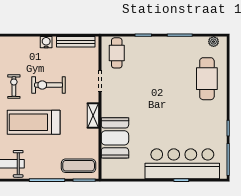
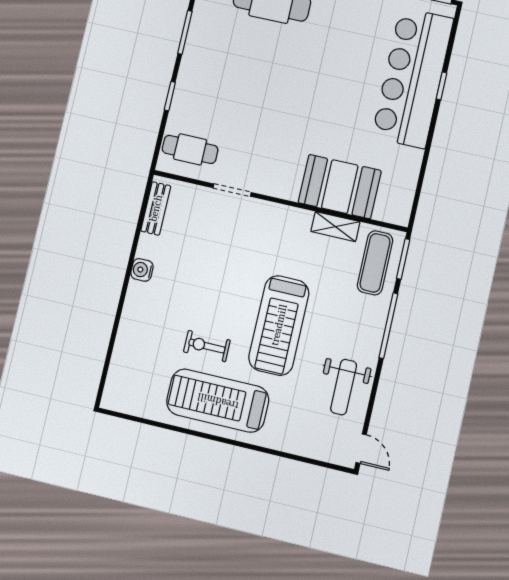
bench: (76, 42) -> (156, 208), width x0.73
exercise bike: (49, 85) -> (219, 283), removed
shelving: (93, 116) -> (335, 227), moved

